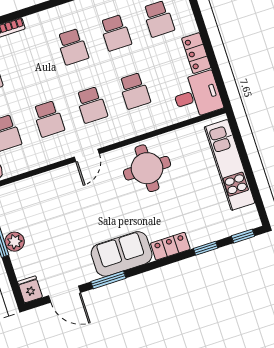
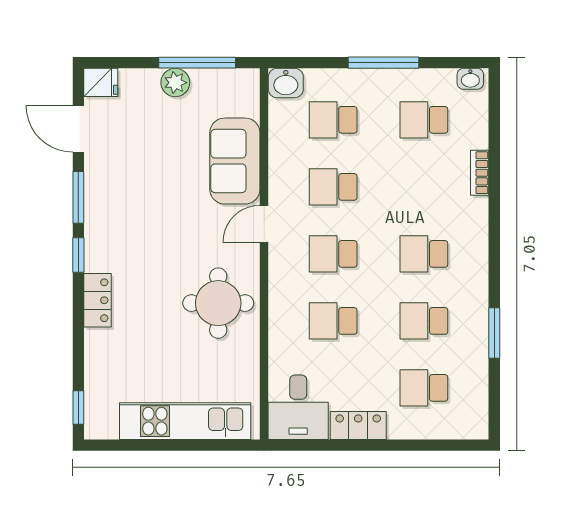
door: (87, 155) -> (264, 224), hinge flipped
window: (206, 248) -> (78, 255), moved
sofa: (122, 254) -> (235, 161), moved, turned 180
door: (65, 294) -> (78, 129), hinge flipped

